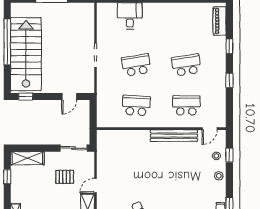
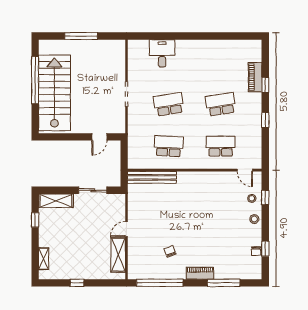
piano: (220, 21) -> (255, 77), moved
window: (26, 97) -> (54, 137), removed
door: (210, 129) -> (245, 170), hinge flipped
bench: (174, 136) -> (152, 177), moved
sliding door: (74, 148) -> (93, 190), moved
pallet: (65, 177) -> (95, 220), removed

